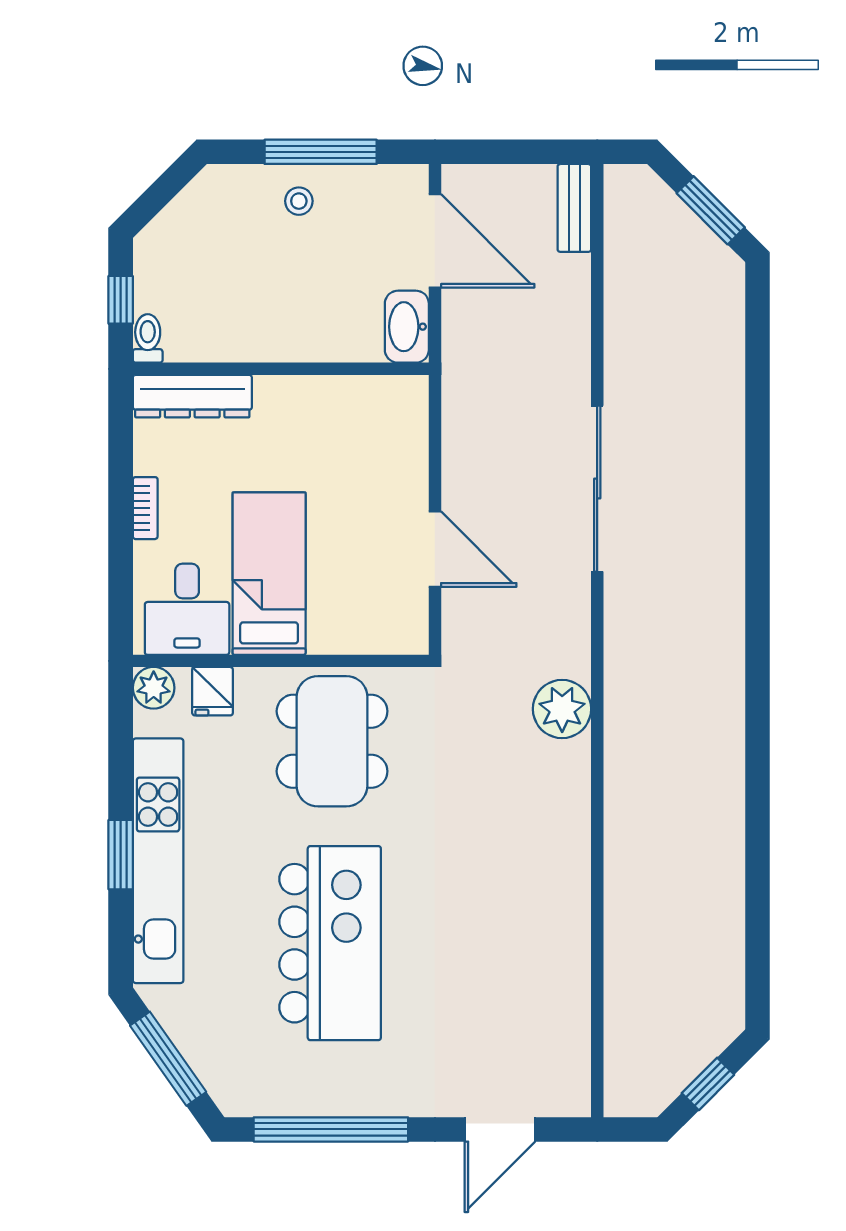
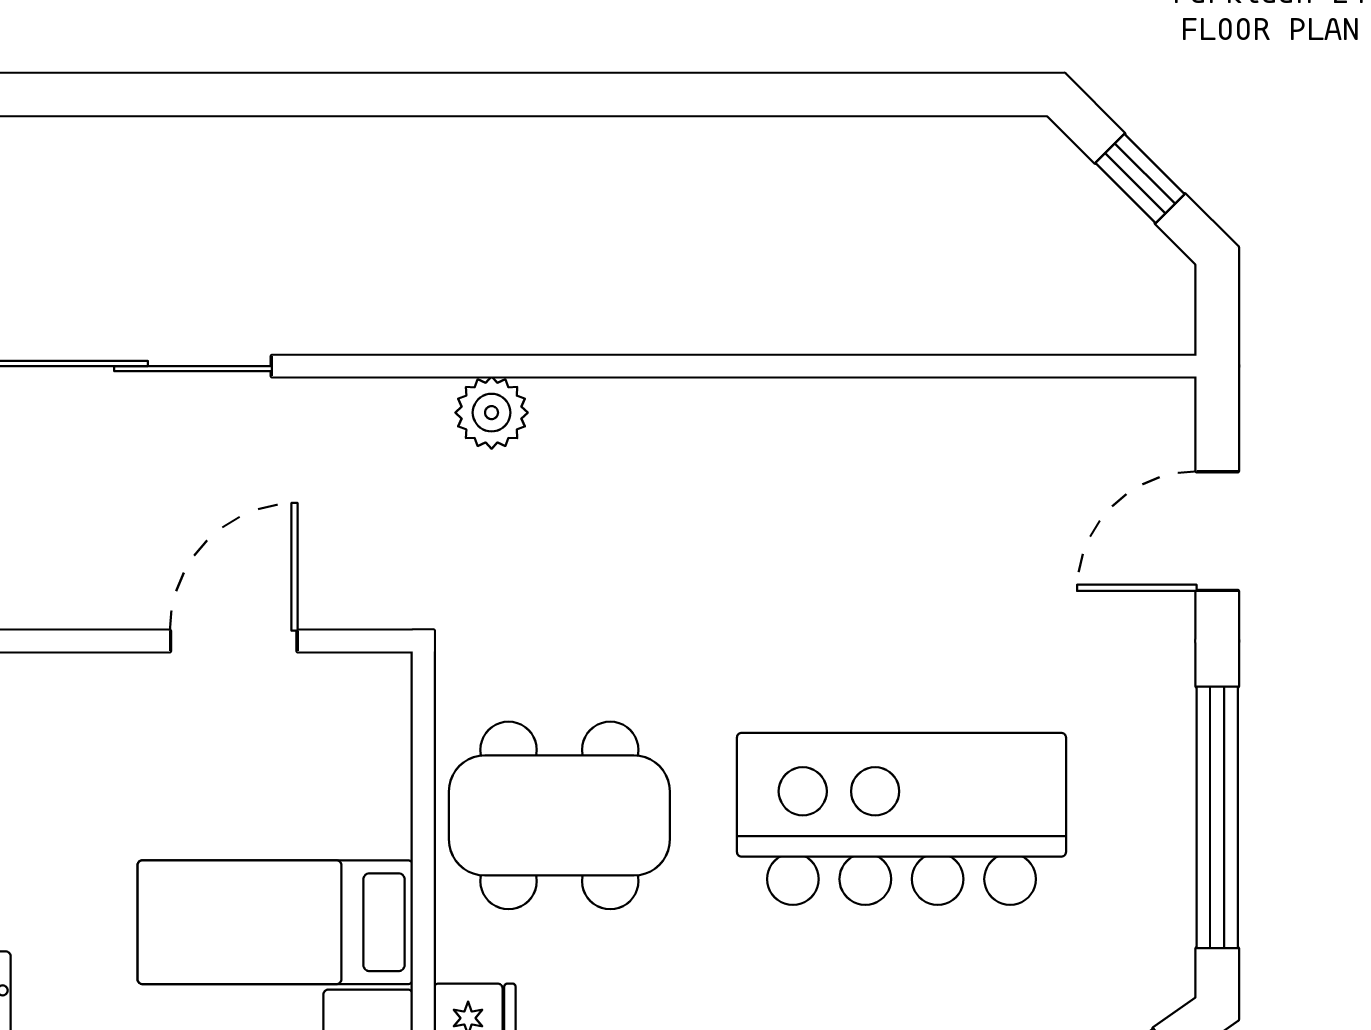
plant: (562, 709) -> (492, 413), width x0.73, depth x0.73
door: (500, 1129) -> (1217, 531), swing flipped

